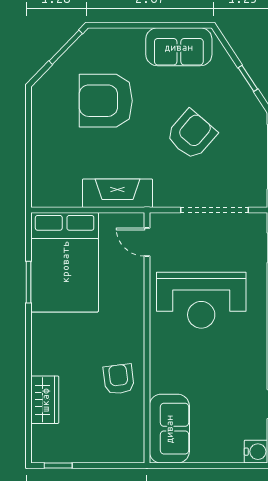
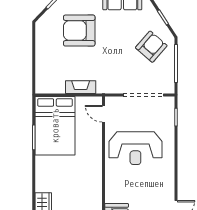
armchair: (191, 134) -> (151, 47), moved
fireplace: (117, 193) -> (81, 87), width x0.73, depth x0.76
armchair: (119, 379) -> (87, 195), removed

